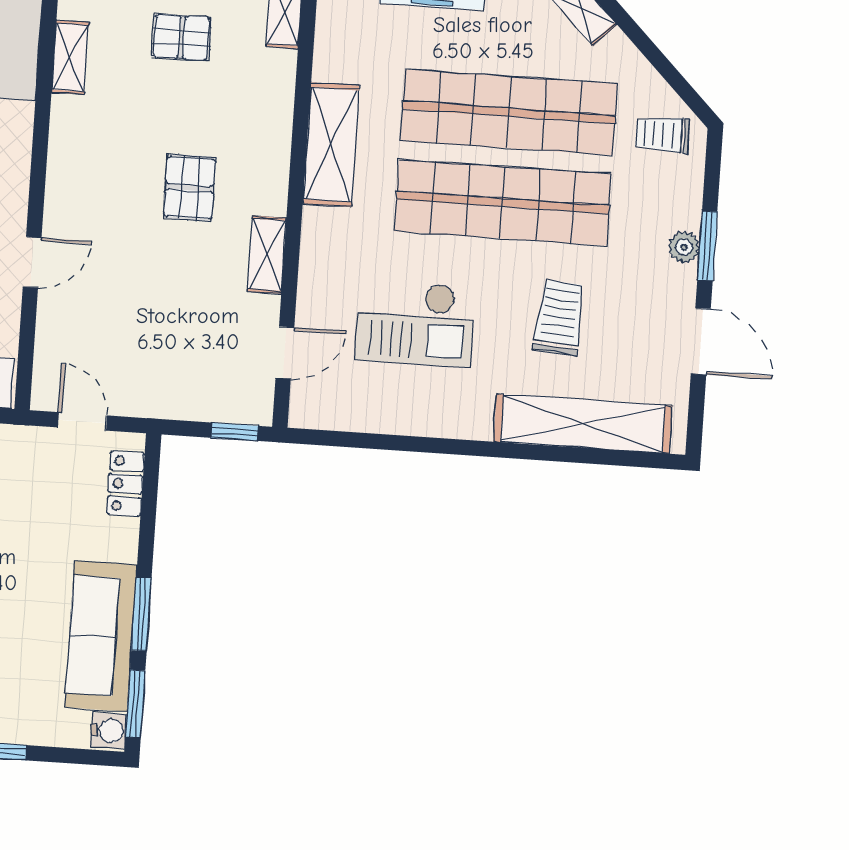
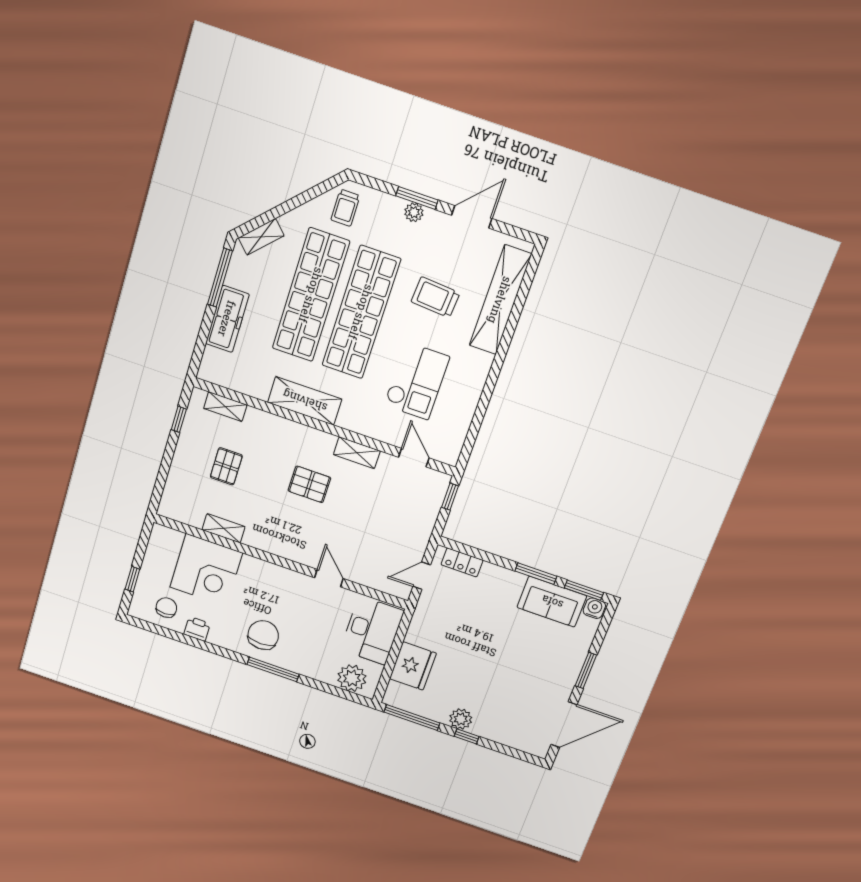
sofa: (101, 636) -> (552, 602), width x0.73

